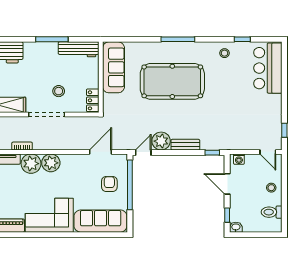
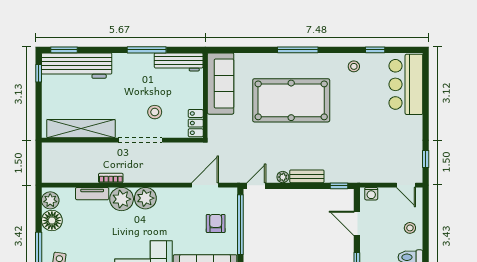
plant: (161, 141) -> (283, 177), width x0.53, depth x0.53

